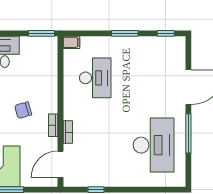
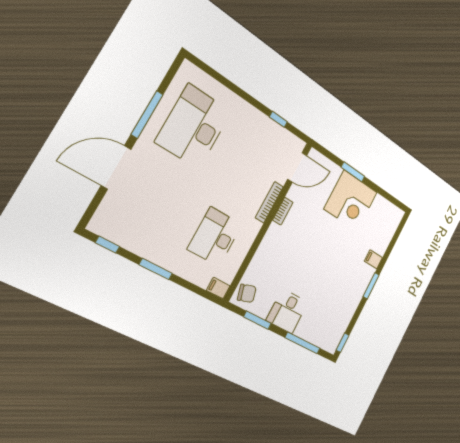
window: (41, 33) -> (257, 320), moved
chair: (23, 110) -> (247, 293), moved
bookcase: (68, 132) -> (269, 202), width x1.56

